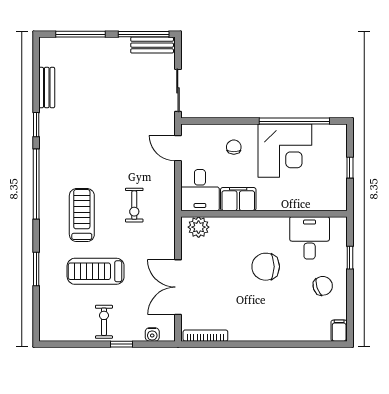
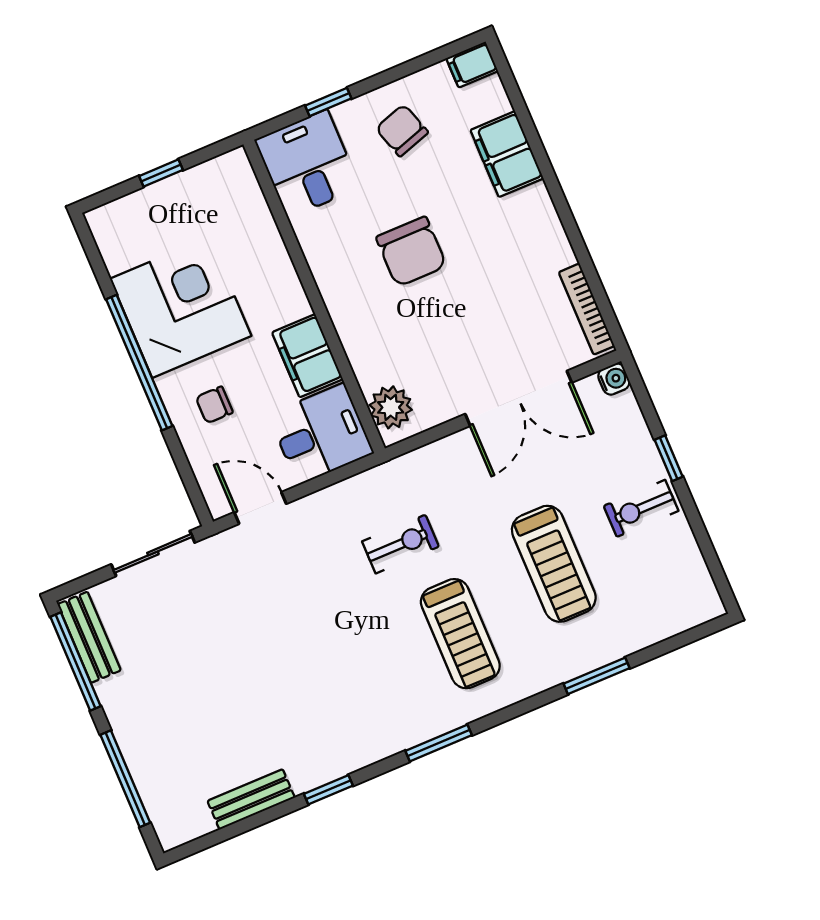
window: (294, 121) -> (139, 363), moved
door: (178, 148) -> (260, 508), swing flipped
window: (36, 184) -> (439, 743), width x0.47
treadmill: (82, 215) -> (460, 634), turned -90
desk: (310, 238) -> (307, 164), moved, turned 90
filing cabinet: (292, 329) -> (507, 154), added
water cooler: (152, 334) -> (614, 379), moved

